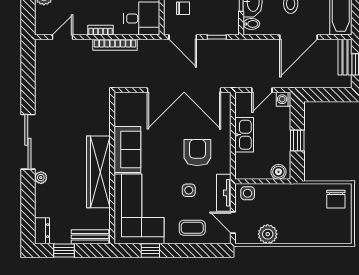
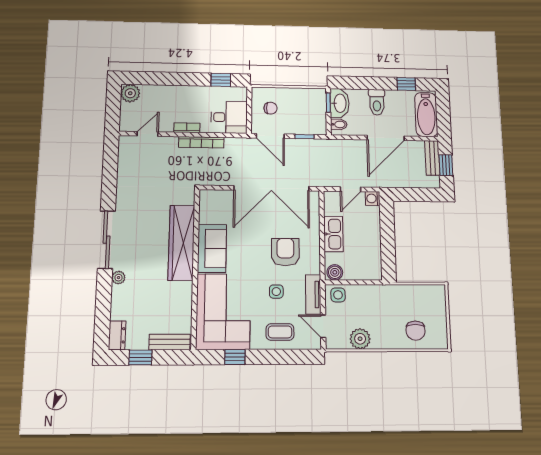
window: (297, 141) -> (388, 240), removed
wardrobe: (98, 172) -> (181, 243), moved
boiler: (278, 172) -> (335, 272), moved
chair: (336, 199) -> (416, 331), moved

